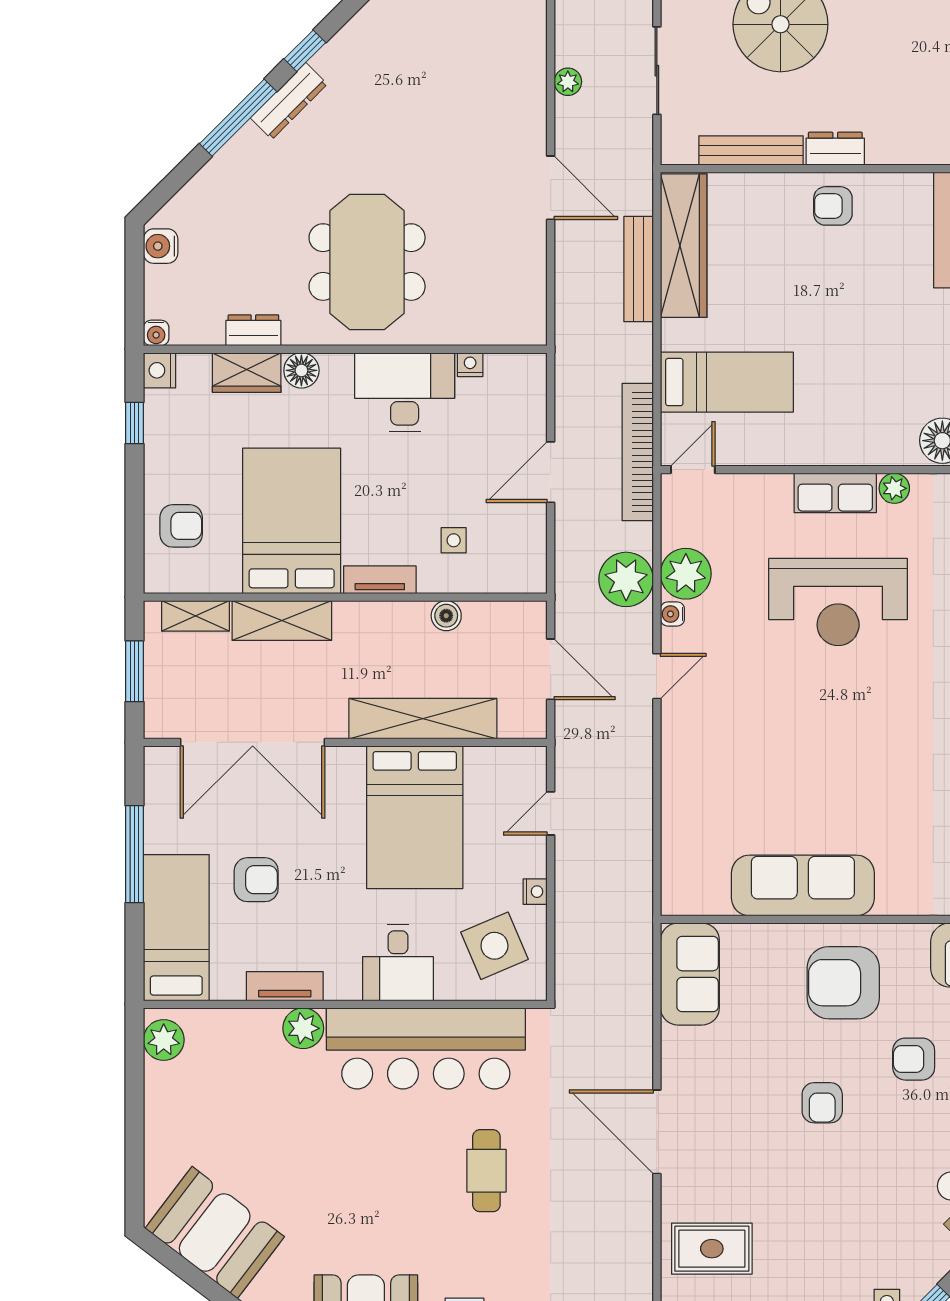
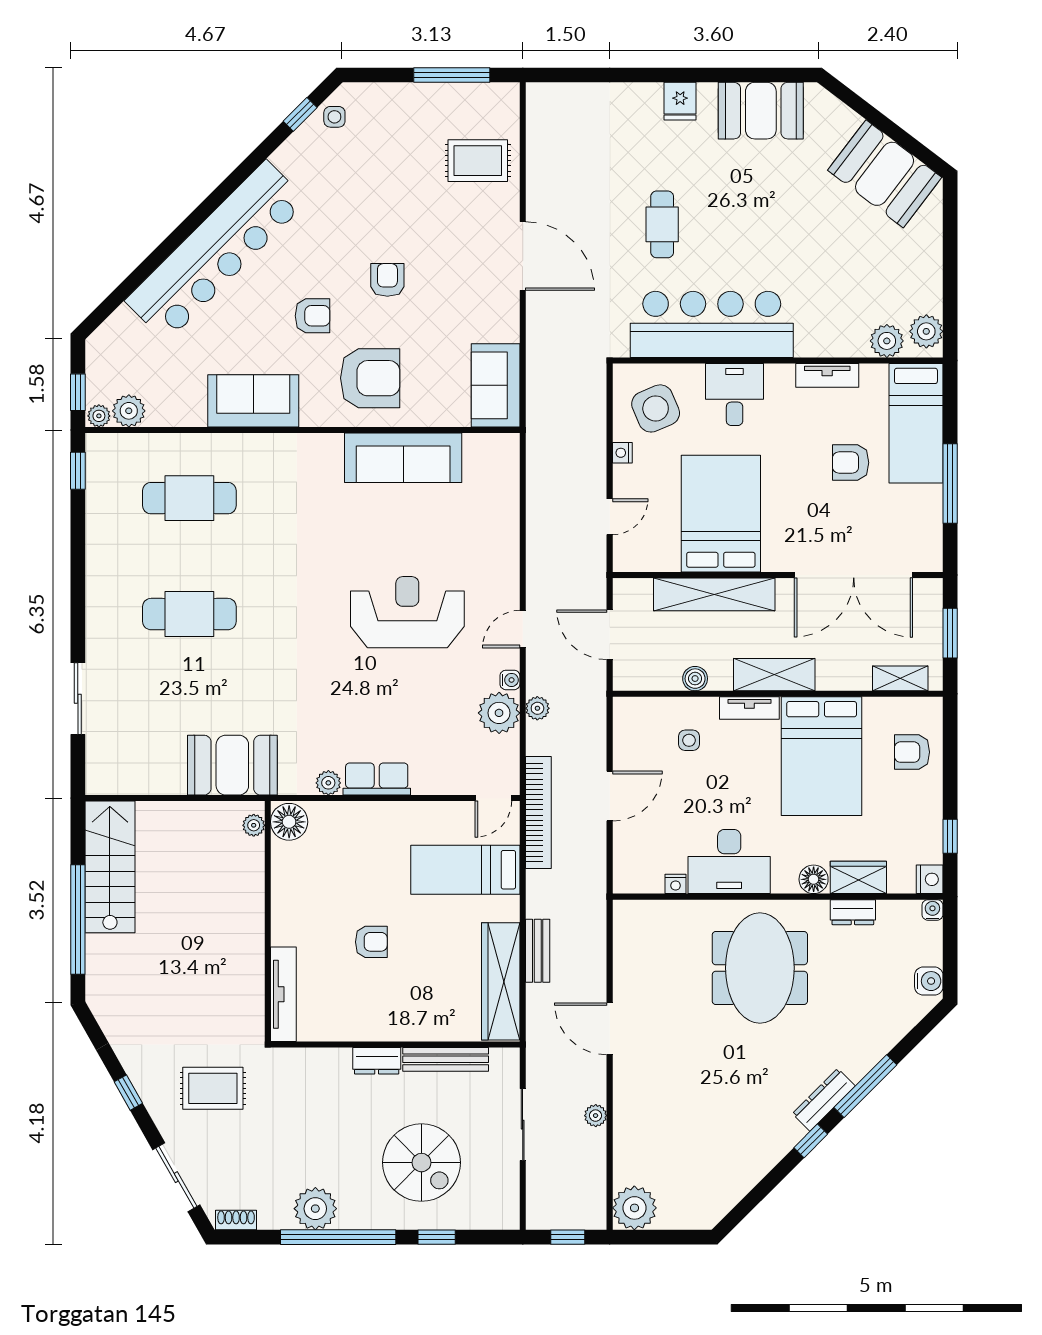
armchair: (833, 206) -> (371, 942), moved
bench: (639, 269) -> (538, 951), width x0.73
plant: (626, 579) -> (537, 708), width x0.53, depth x0.53
reception desk: (838, 602) -> (407, 612), moved
shelving: (282, 621) -> (774, 675), moved
double door: (253, 742) -> (854, 575), swing flipped
plant: (303, 1028) -> (887, 341), moved

